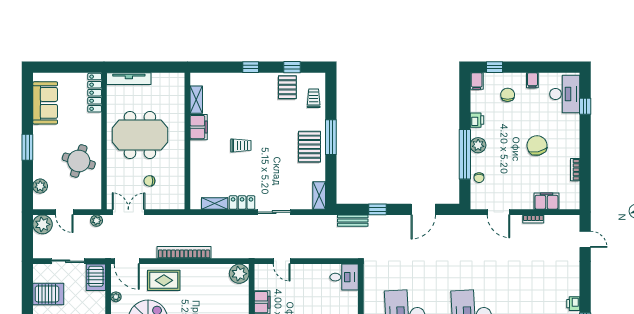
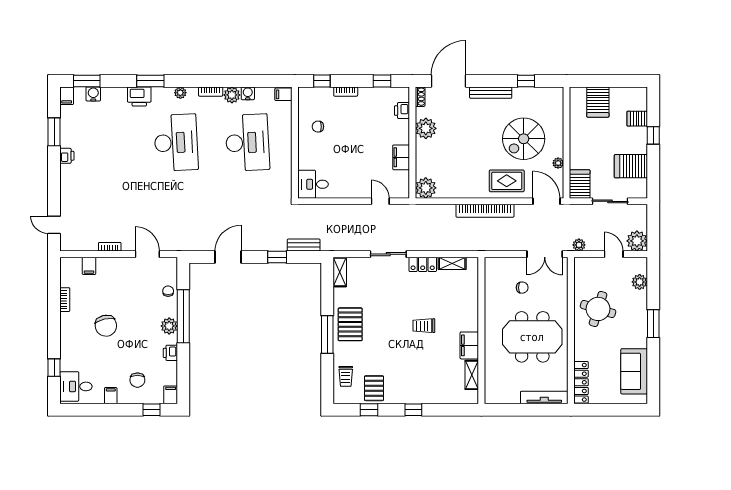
desk: (565, 94) -> (76, 386), width x0.73
filing cabinet: (546, 201) -> (89, 266), width x0.50

